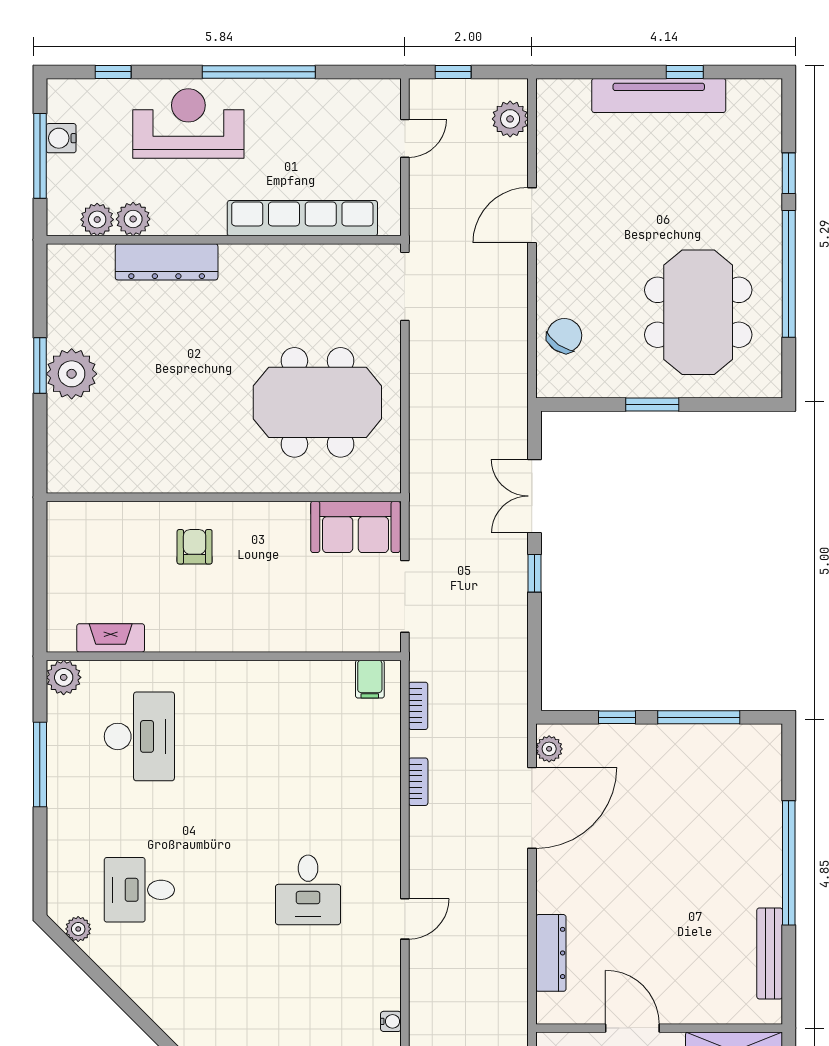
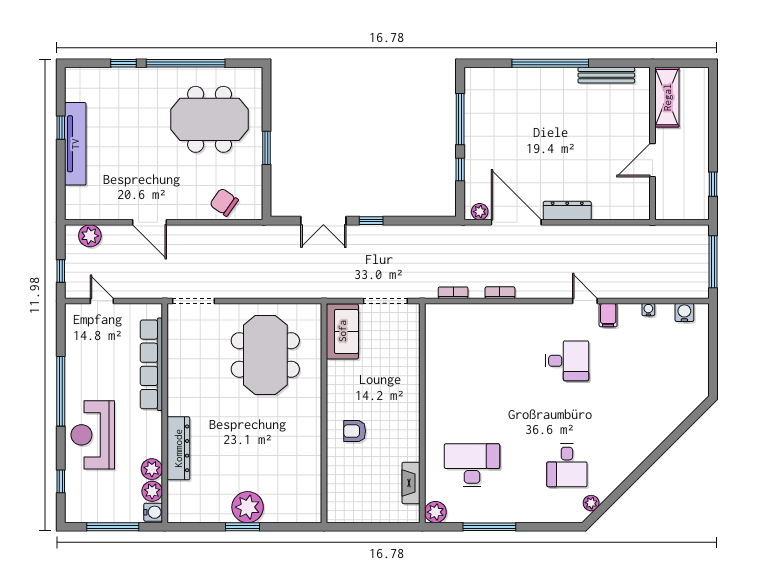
water cooler: (61, 138) -> (153, 512), moved, turned -90
filing cabinet: (370, 679) -> (608, 315), moved, turned 90
dresser: (551, 953) -> (567, 211), moved

